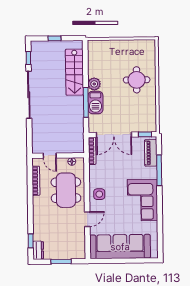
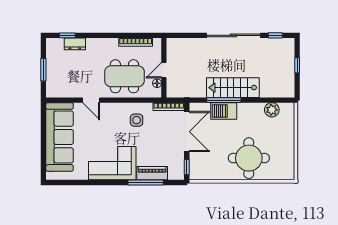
stairs: (74, 72) -> (233, 88), moved
round table: (137, 80) -> (249, 158), width x1.36, depth x1.36
plant: (94, 84) -> (272, 110), moved
double door: (114, 135) -> (187, 132), swing flipped
piano: (151, 153) -> (152, 173), moved
door: (50, 156) -> (164, 70), moved
side table: (99, 194) -> (137, 120), moved
dresser: (38, 250) -> (75, 44), moved

